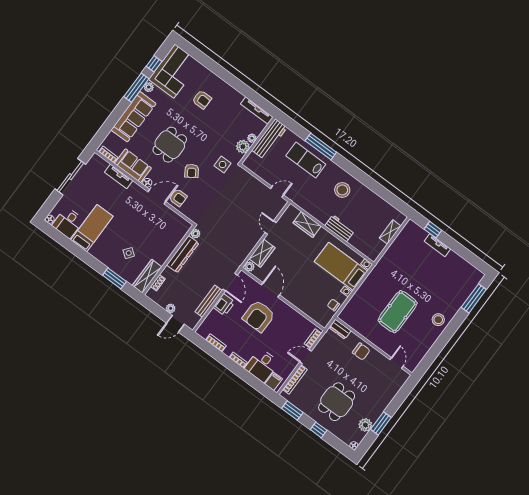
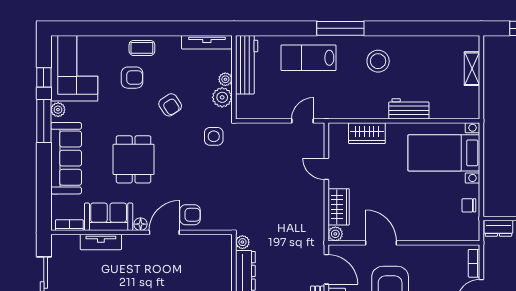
coffee table: (219, 87) -> (142, 48), added
window: (321, 146) -> (340, 28), moved
armchair: (192, 171) -> (170, 105), moved

